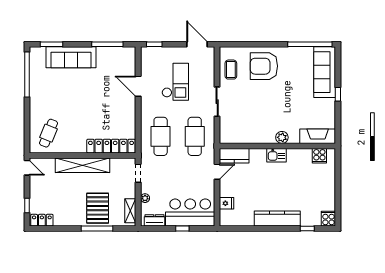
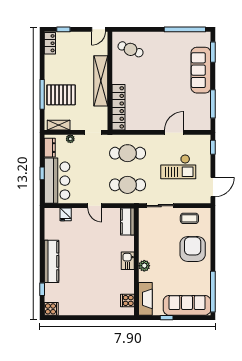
fireplace: (318, 136) -> (145, 299), moved
plant: (282, 137) -> (144, 266), moved
wall: (277, 146) -> (136, 262), moved
kitchen sink: (277, 155) -> (128, 261), moved
kitchen counter: (234, 156) -> (127, 221), moved
cooker: (319, 156) -> (127, 300), moved

